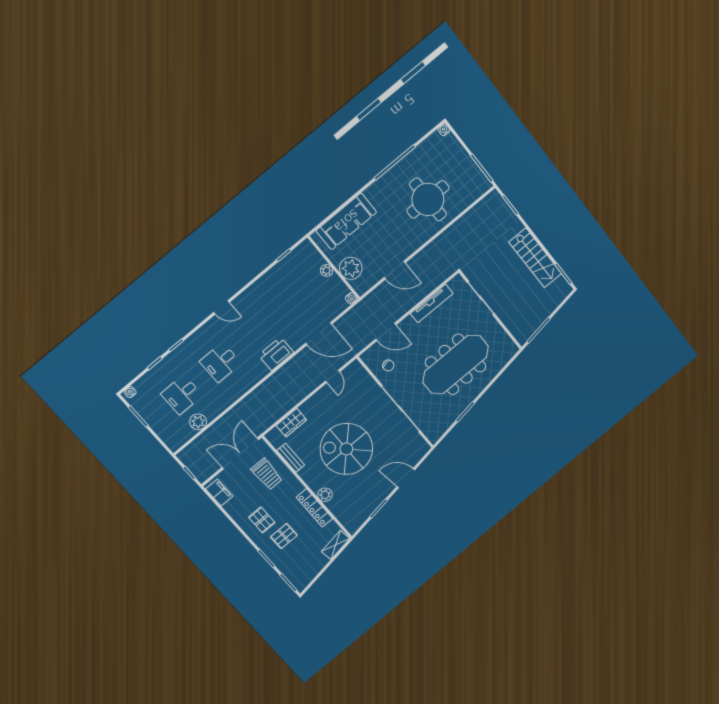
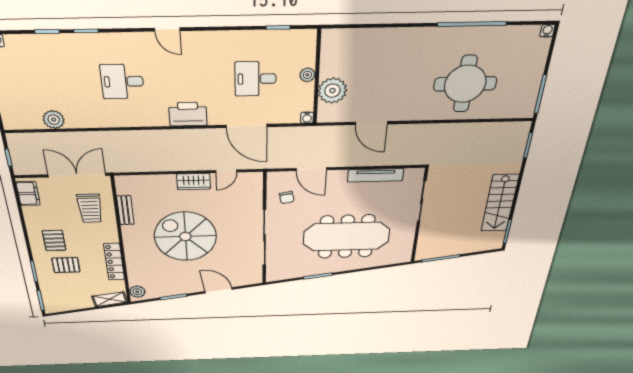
sofa: (346, 221) -> (370, 43), removed
desk: (182, 395) -> (255, 79), moved
wardrobe: (291, 423) -> (194, 182), moved
plant: (325, 495) -> (137, 292), moved

